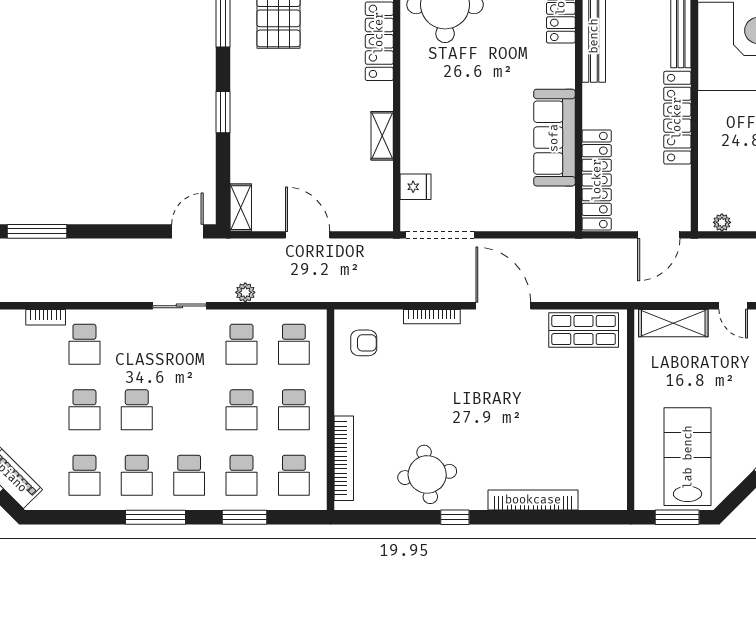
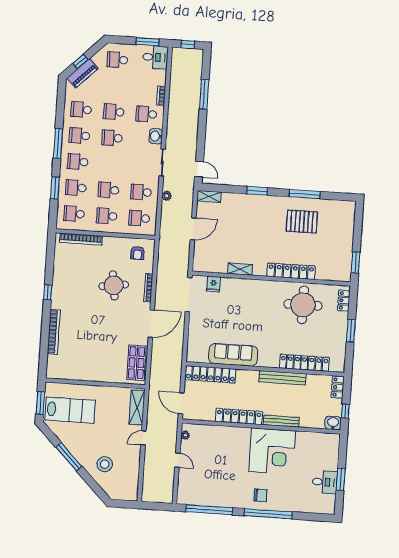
washbasin: (127, 322) -> (156, 136), added
round table: (427, 474) -> (114, 285), moved

